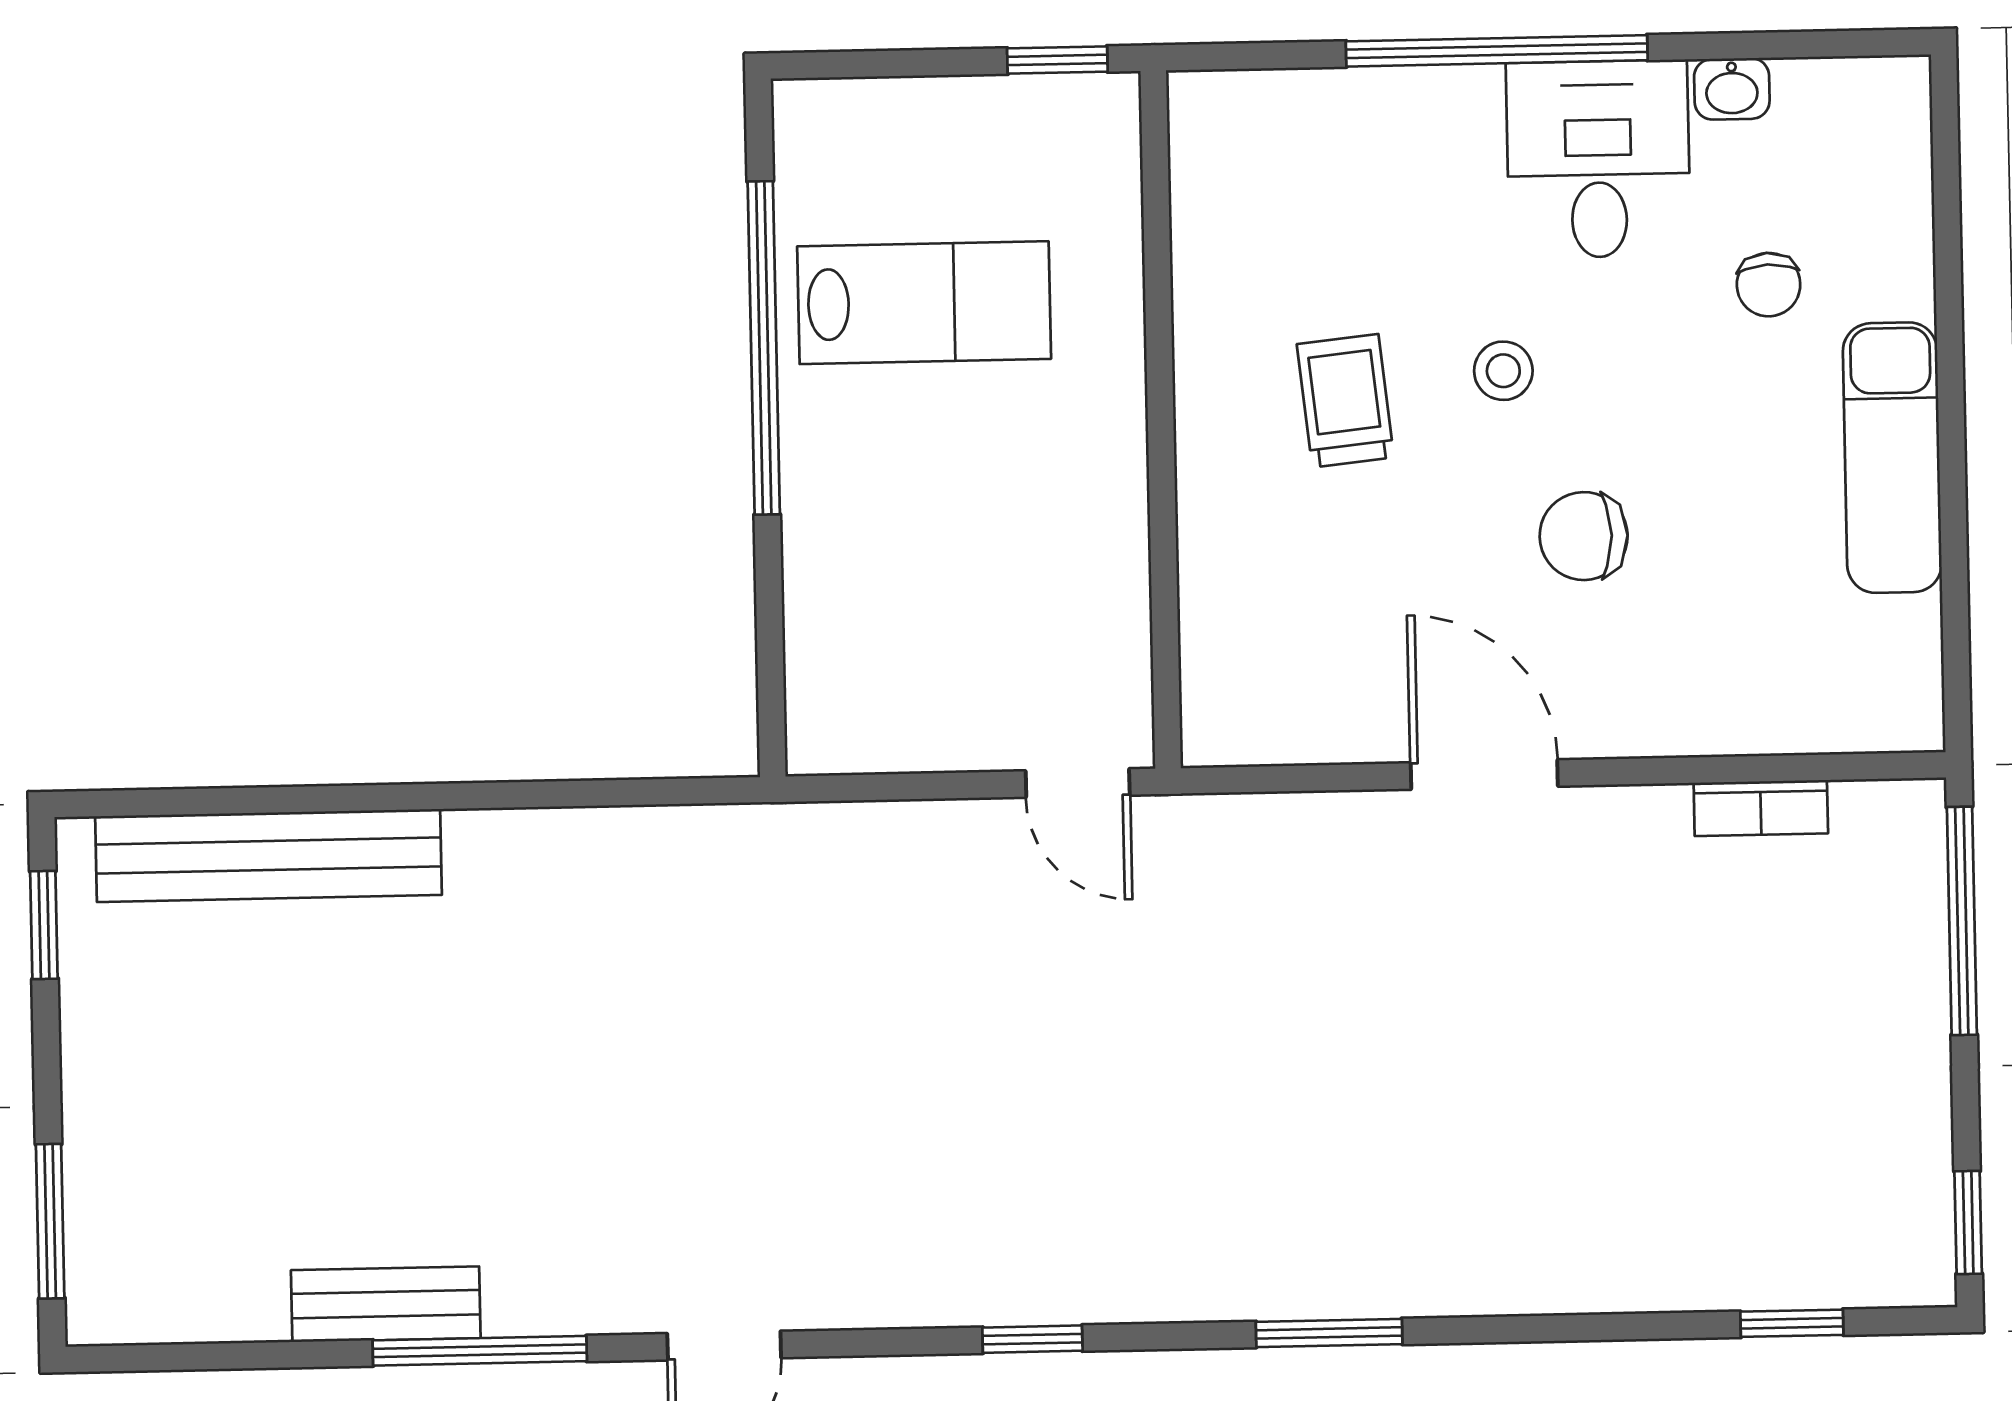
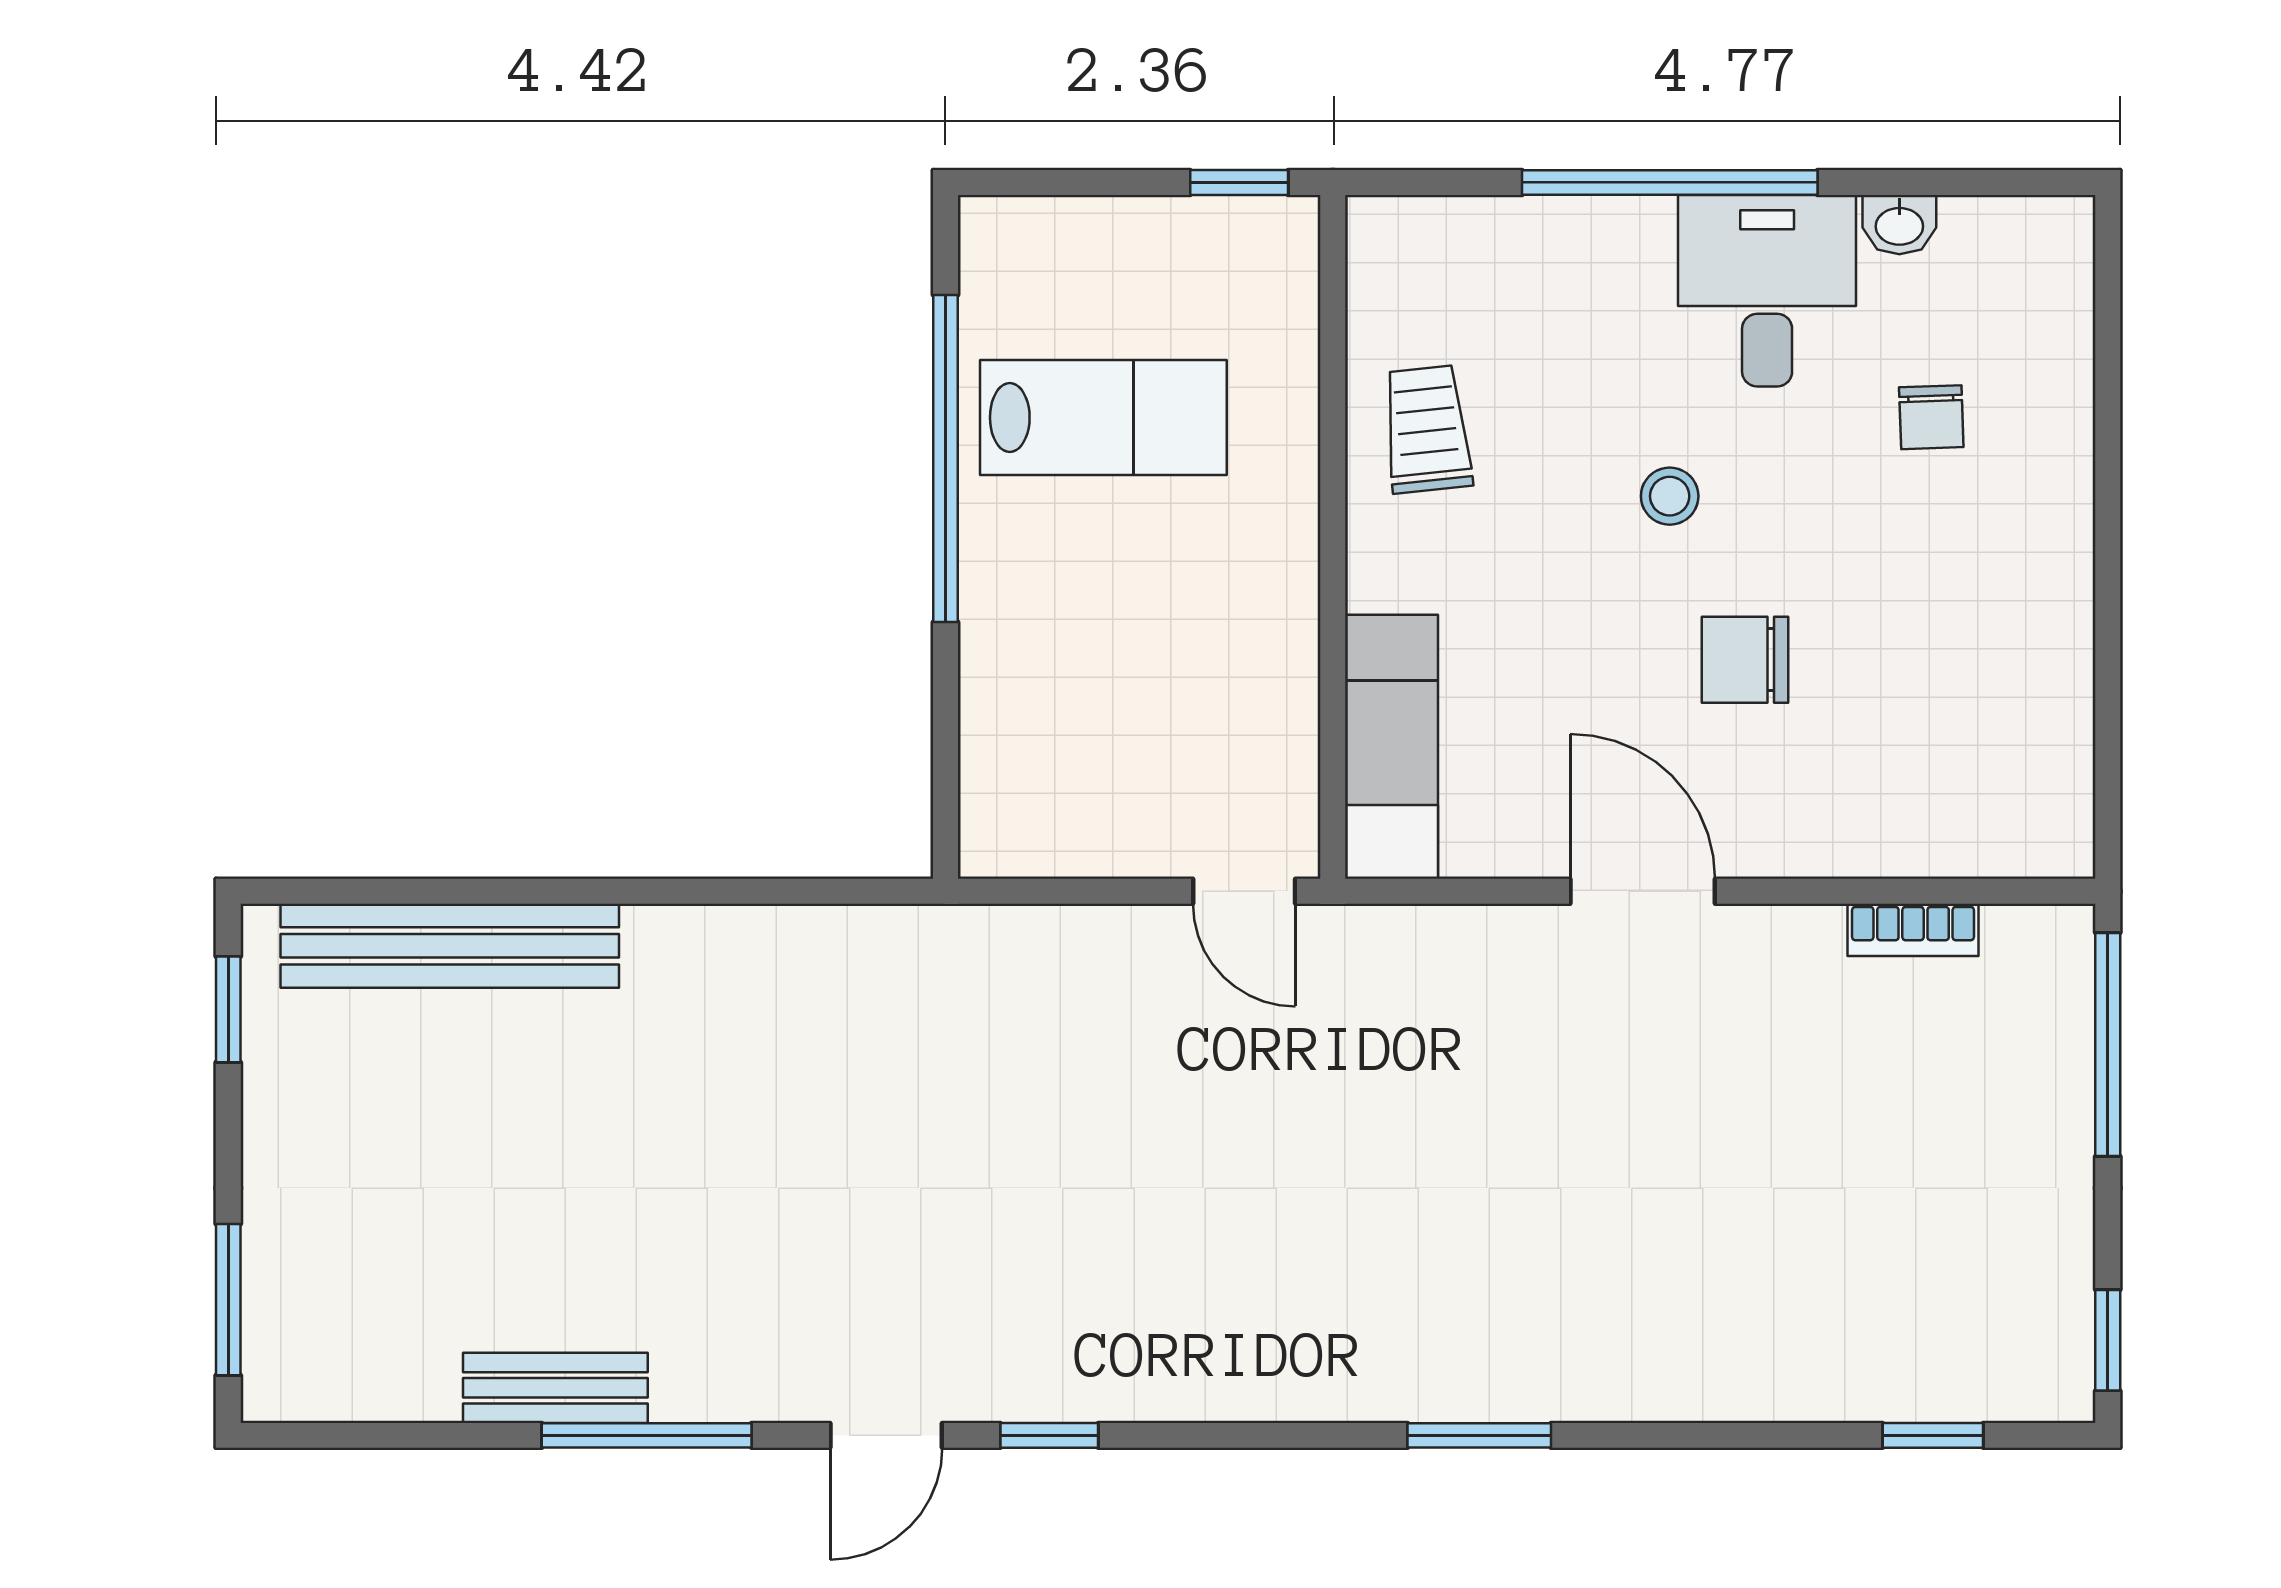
trolley: (1345, 401) -> (1427, 429), moved
exam couch: (1892, 458) -> (1391, 747), moved, turned 180
window: (1032, 1339) -> (1049, 1435), moved

